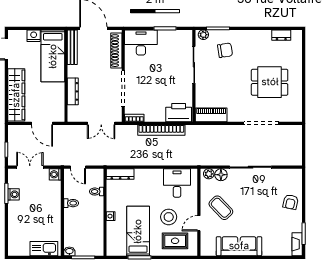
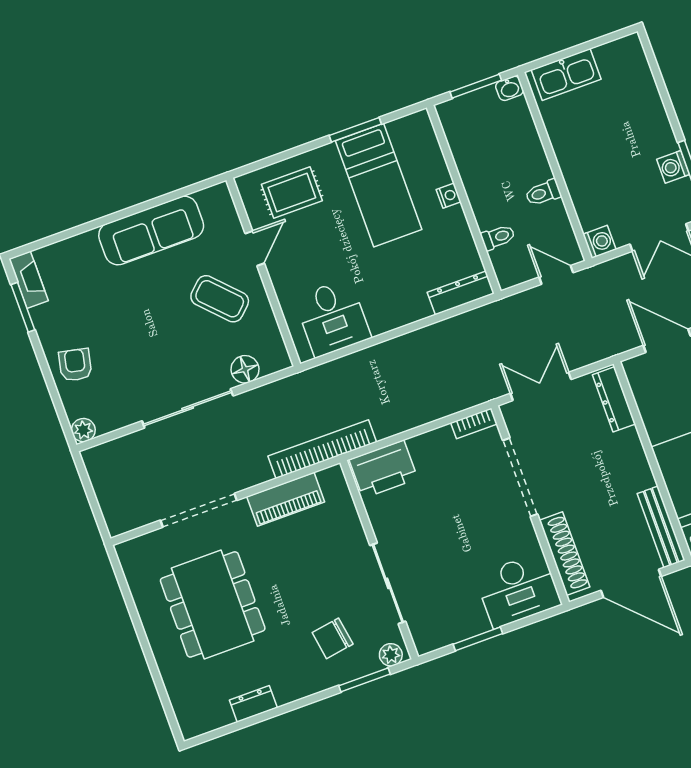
dresser: (281, 35) -> (253, 704), moved
dining table: (270, 82) -> (213, 604), width x1.38
dresser: (73, 91) -> (614, 399), moved
piano: (211, 115) -> (286, 499), moved
bookcase: (161, 130) -> (322, 449), moved
plant: (209, 174) -> (83, 430), moved
stool: (169, 217) -> (324, 239), removed

